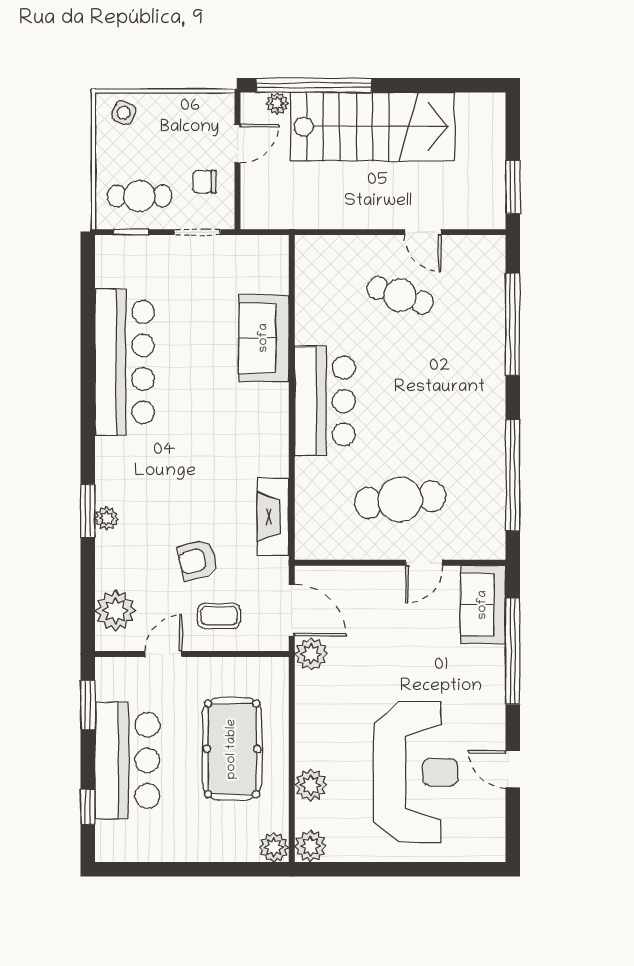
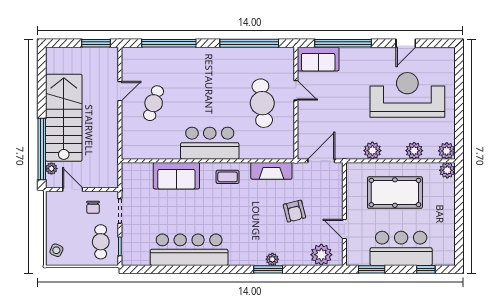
coffee table: (219, 616) -> (228, 177), moved, turned 90
plant: (311, 654) -> (372, 151), moved

